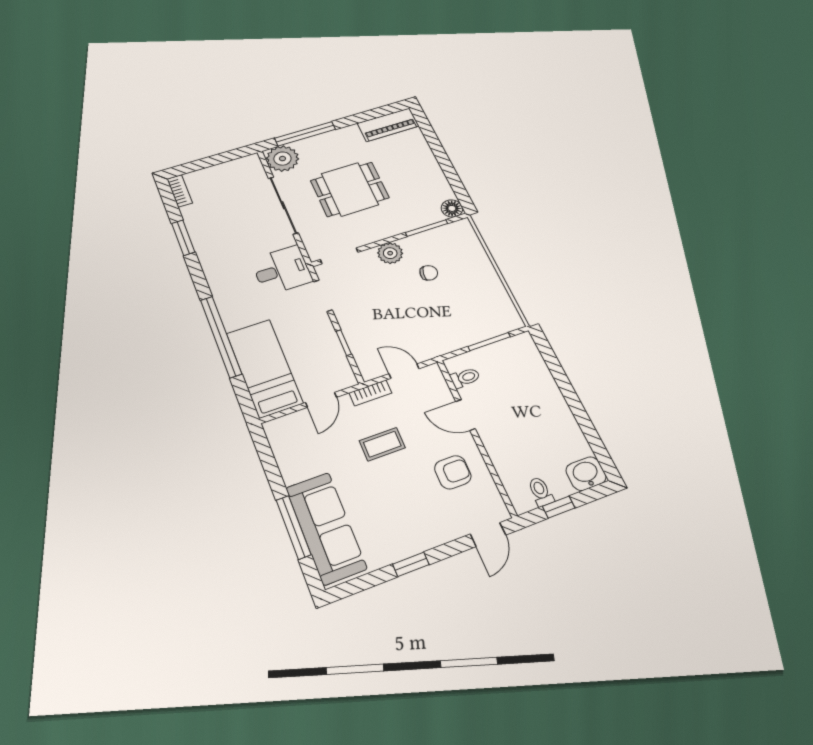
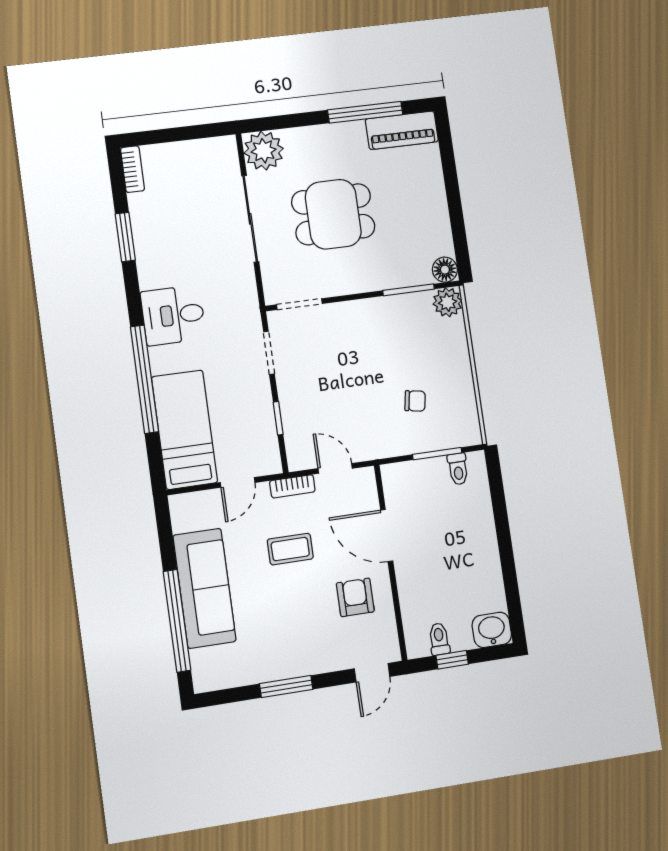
window: (305, 134) -> (365, 112), moved
plant: (390, 253) -> (448, 302), moved
desk: (282, 270) -> (173, 315), moved, turned 180
chair: (429, 273) -> (415, 401), moved
toilet: (465, 378) -> (458, 469), moved, turned 90
door: (465, 415) -> (387, 535), width x1.38
armchair: (453, 472) -> (355, 597), turned -90
window: (293, 527) -> (177, 621), width x1.46
sofa: (326, 528) -> (204, 588), moved
window: (411, 564) -> (286, 687), width x1.50

